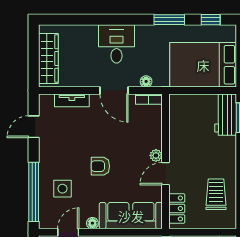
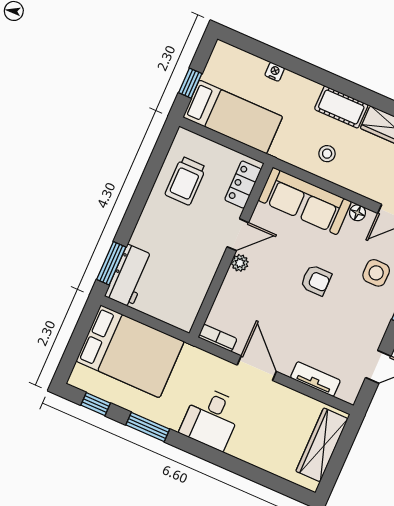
desk: (116, 44) -> (211, 418), moved
floor lamp: (146, 81) -> (211, 362), removed

